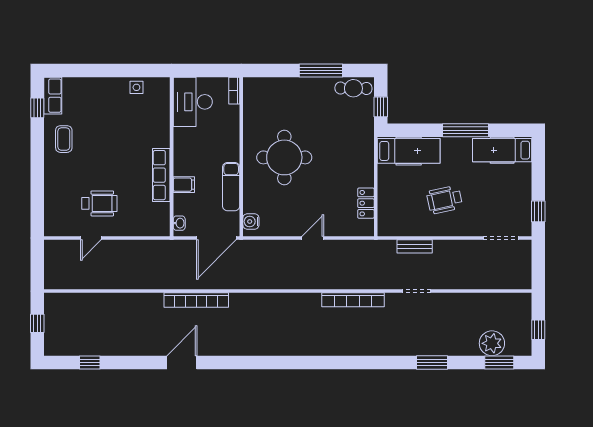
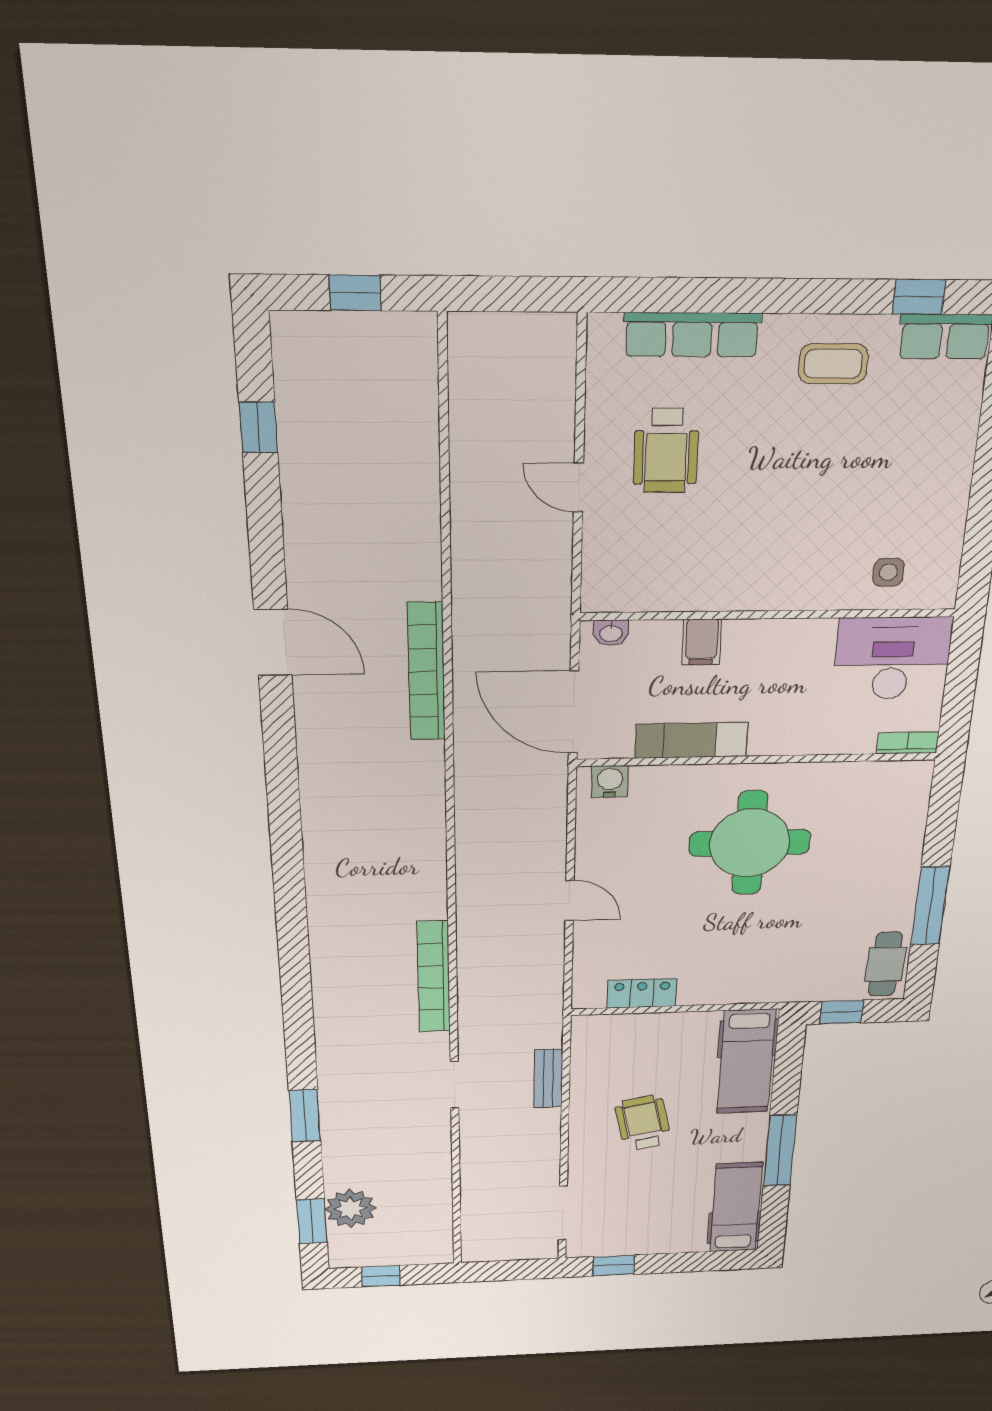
side table: (136, 87) -> (888, 572), moved
row of seats: (161, 175) -> (692, 335), moved, turned 180
door: (91, 238) -> (578, 488), moved

